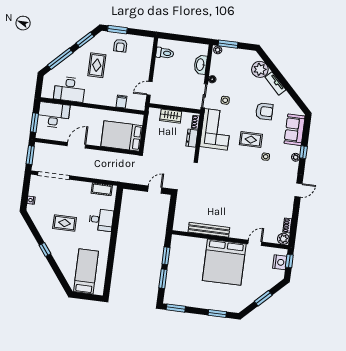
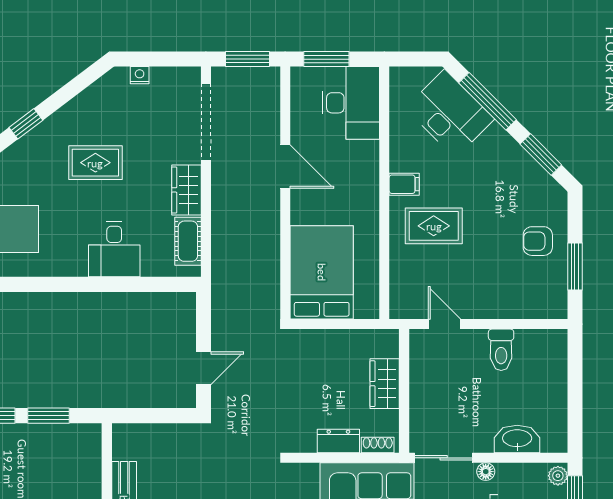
window: (117, 30) -> (575, 266), moved
toilet: (165, 53) -> (501, 350), moved
rug: (97, 65) -> (434, 226), moved
desk: (70, 89) -> (450, 114), moved, turned 135
filing cabinet: (121, 102) -> (404, 184), moved
wardrobe: (81, 187) -> (186, 190), added
door: (155, 190) -> (203, 368), hinge flipped
rug: (65, 223) -> (95, 163), turned 90

